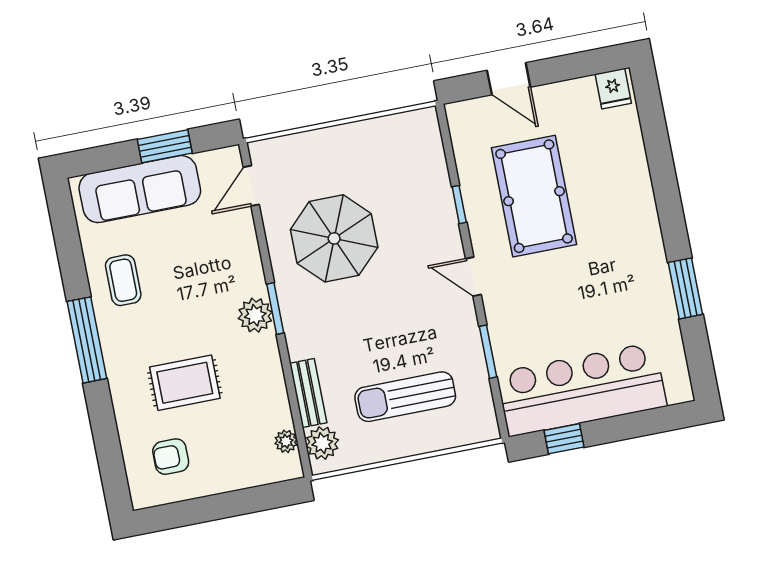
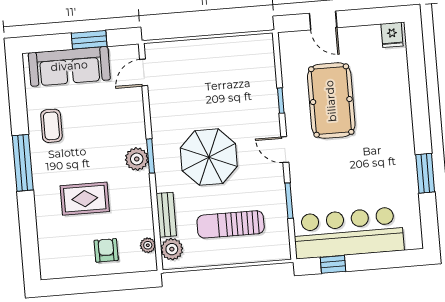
parasol: (334, 238) -> (209, 157), moved
armchair: (171, 457) -> (106, 250), moved, turned 90

